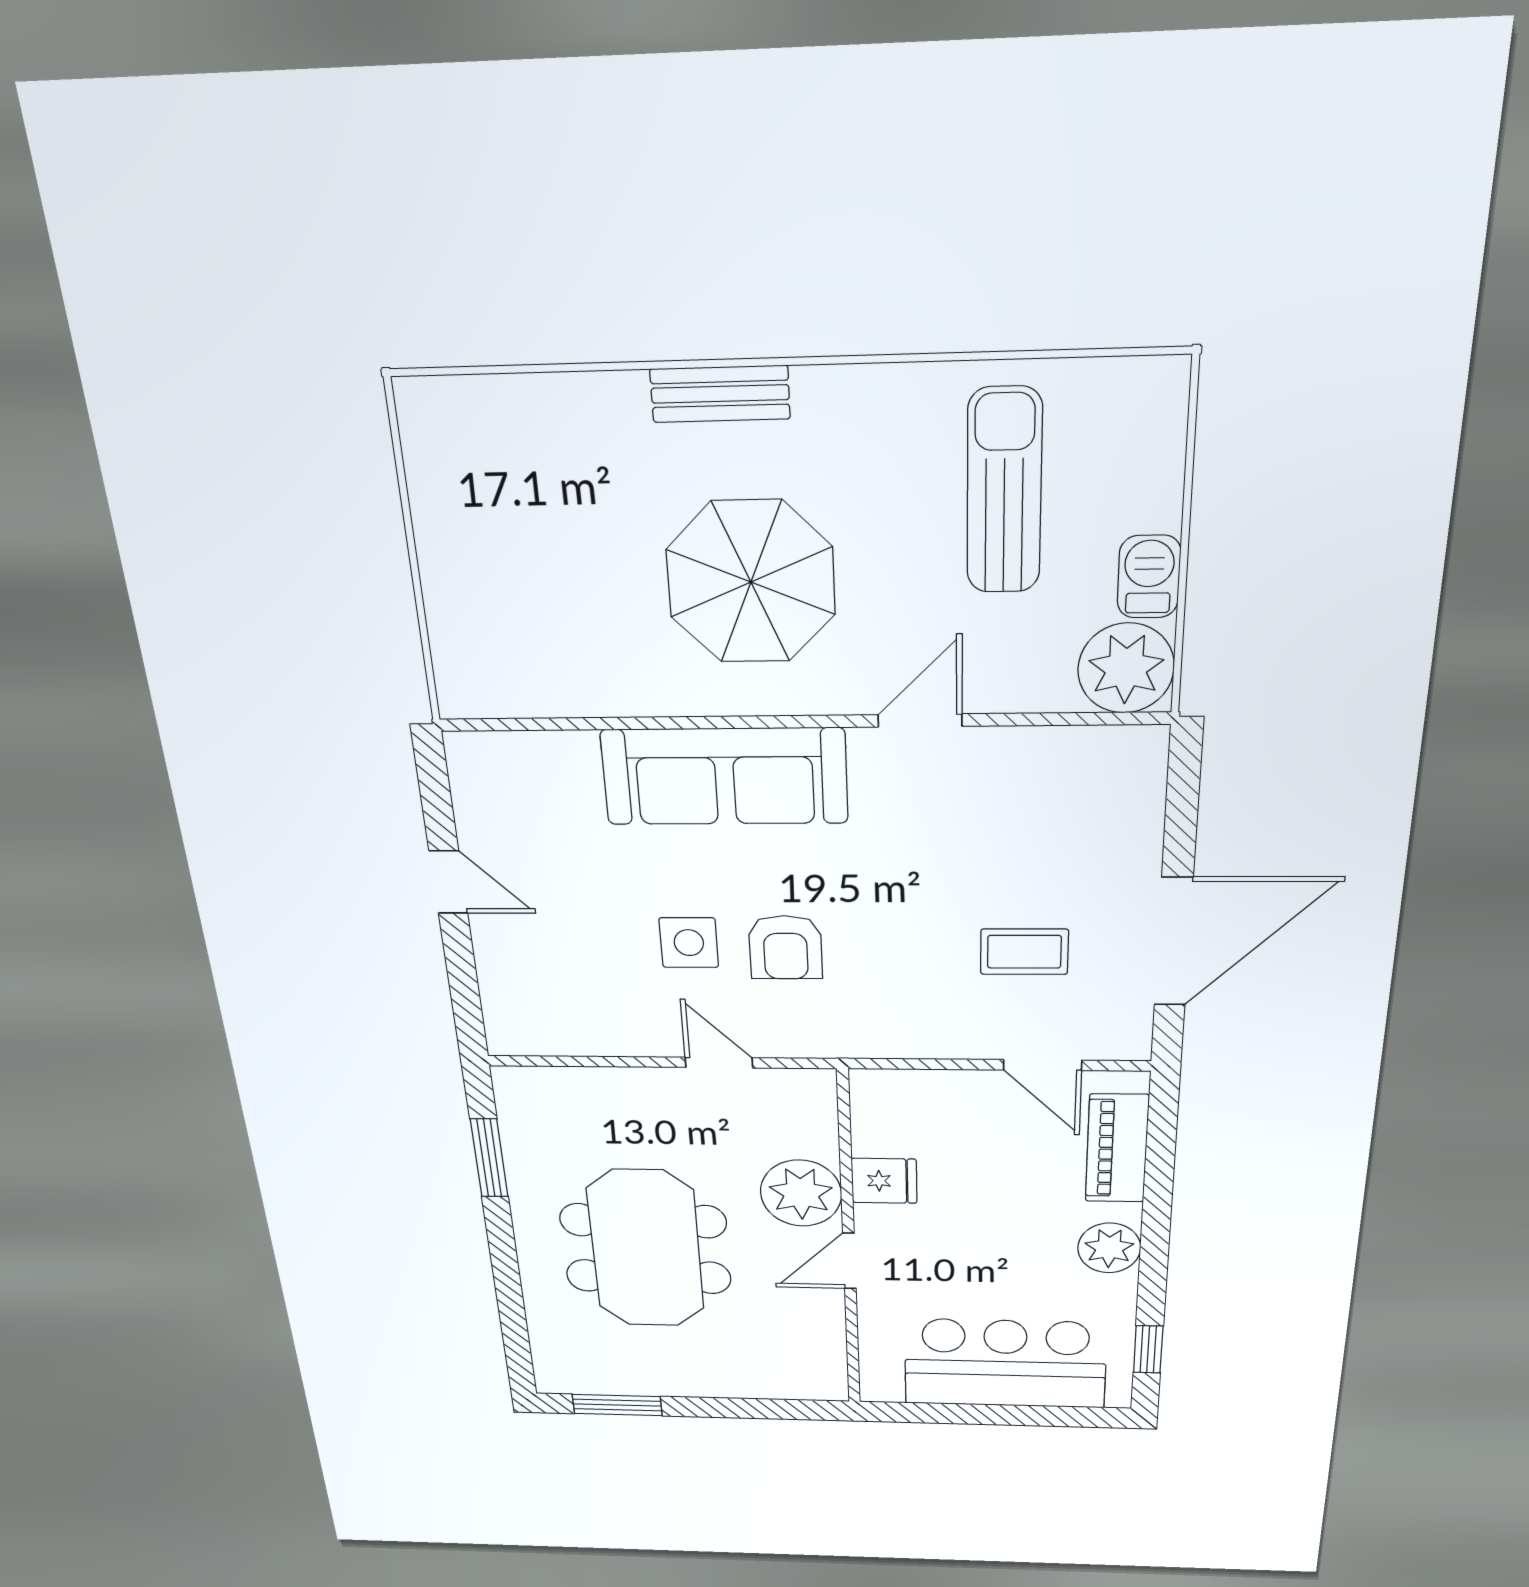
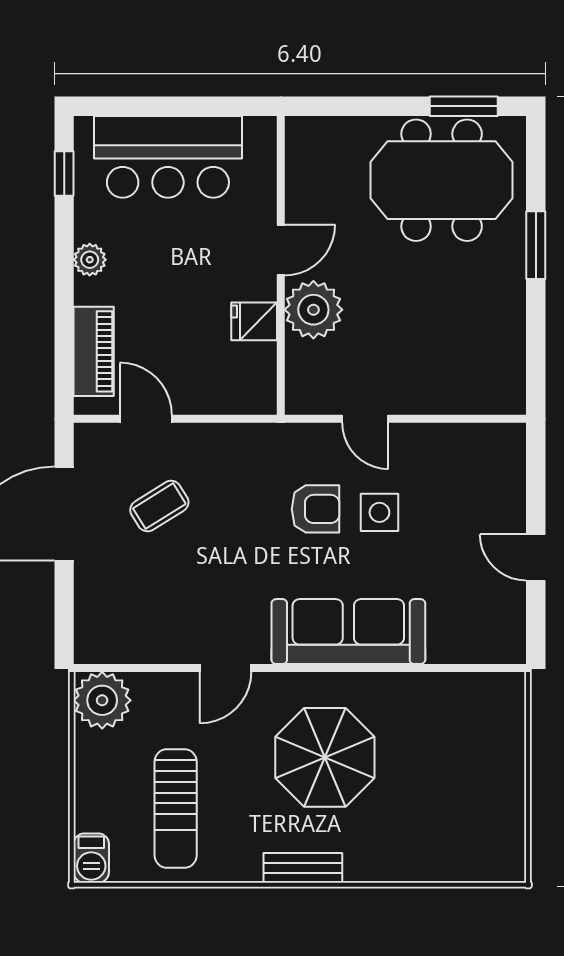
bench: (720, 394) -> (303, 868), moved
barbecue: (1149, 577) -> (91, 858), moved
armchair: (785, 947) -> (315, 509), turned 90
coffee table: (1024, 952) -> (159, 506), turned -32
window: (489, 1158) -> (536, 245), moved
plant: (1109, 1248) -> (90, 260), width x0.73, depth x0.73
meeting table: (646, 1249) -> (442, 180), moved, turned 90

